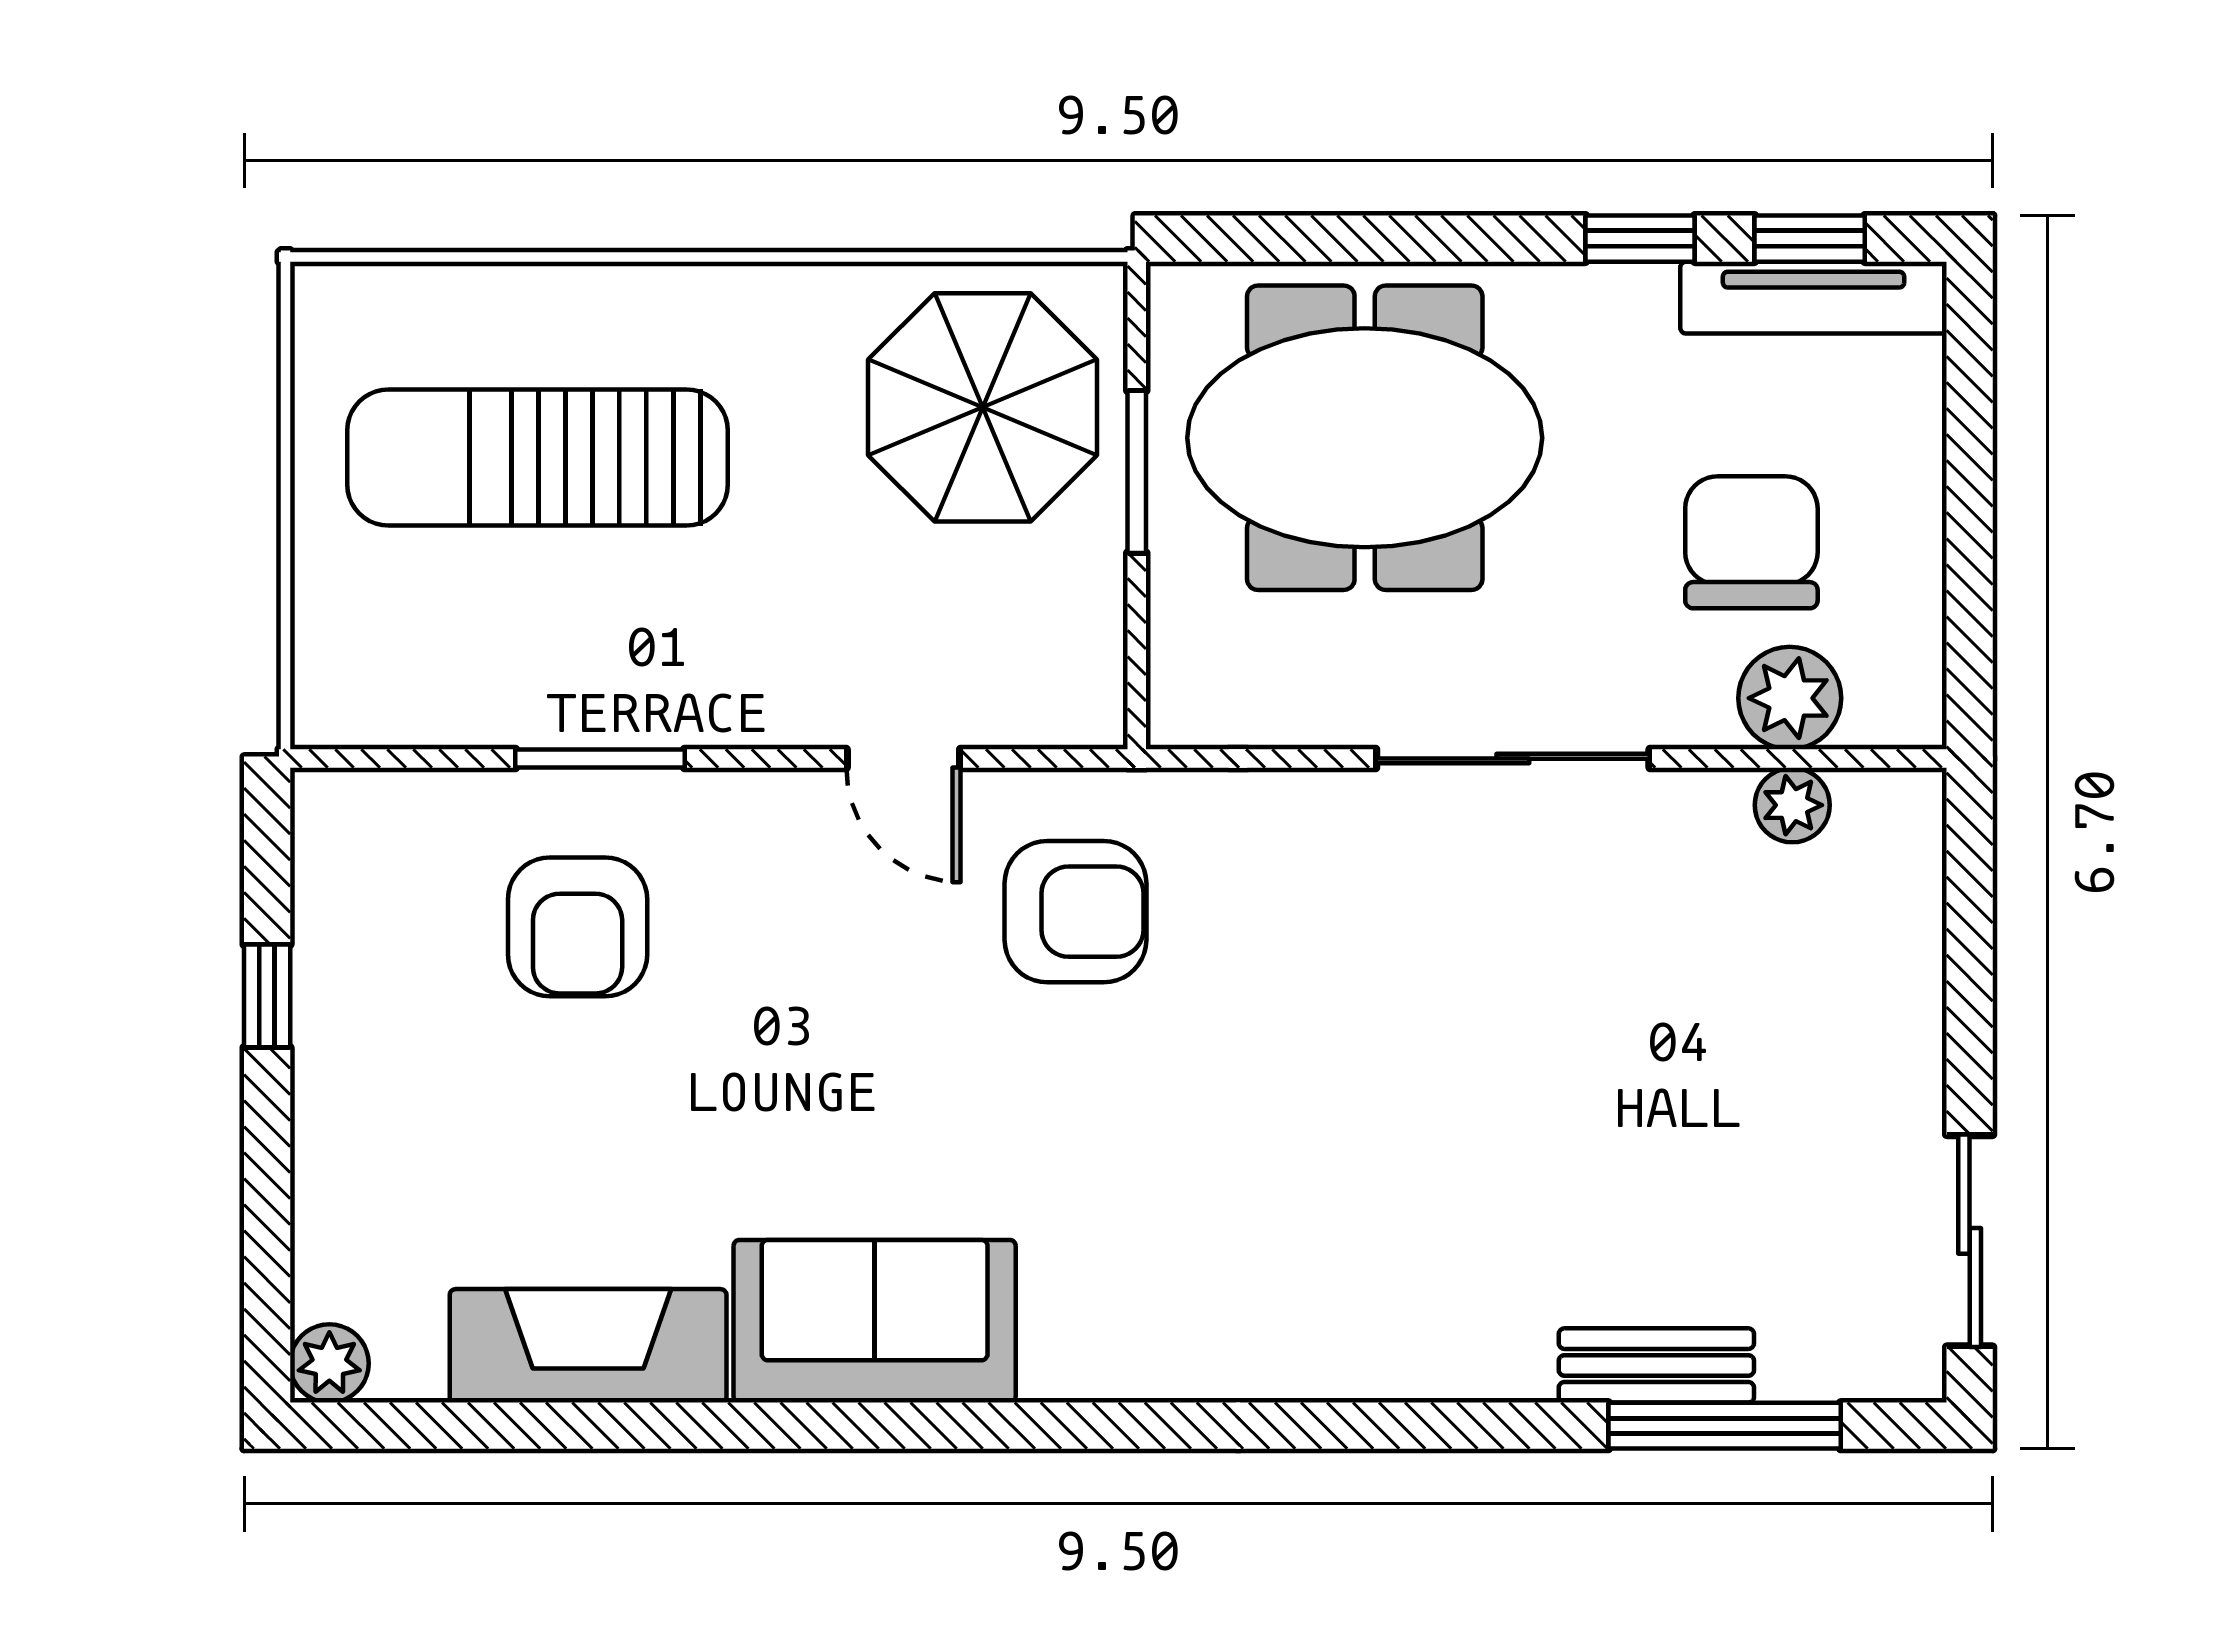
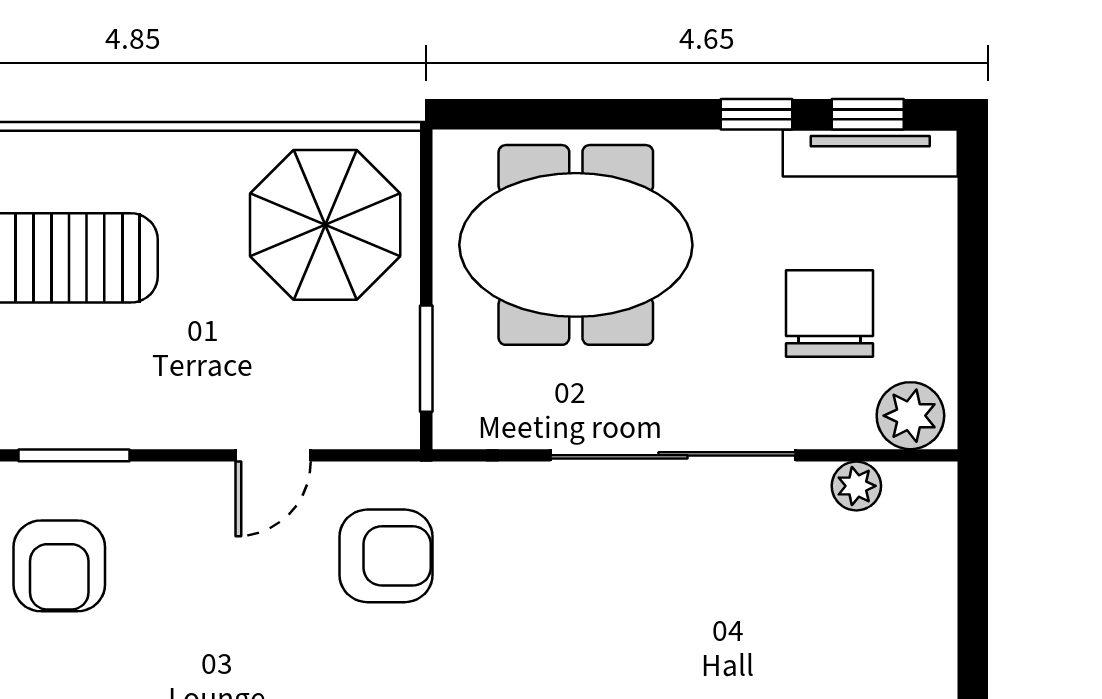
window: (1137, 472) -> (426, 359), moved
plant: (1790, 698) -> (910, 416), moved
door: (903, 759) -> (273, 455), hinge flipped
sliding door: (1513, 759) -> (673, 455), width x1.36

